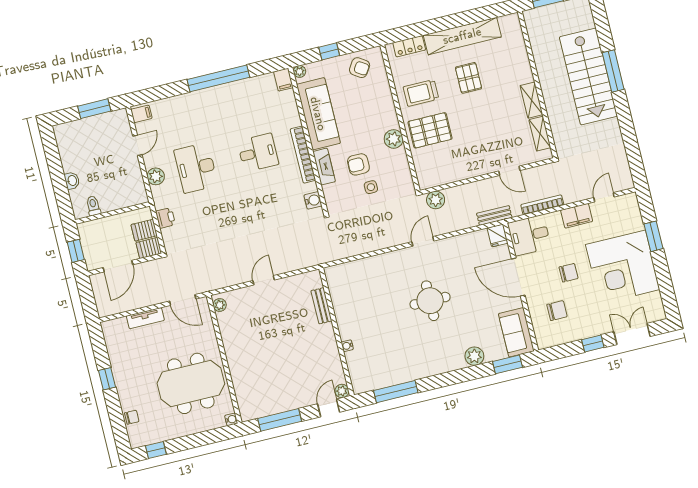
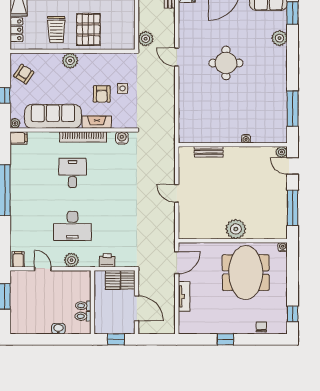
plant: (394, 139) -> (70, 61), moved
toilet: (106, 203) -> (83, 306), added
plant: (220, 305) -> (236, 229), moved, width x1.88, depth x1.88

